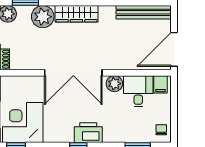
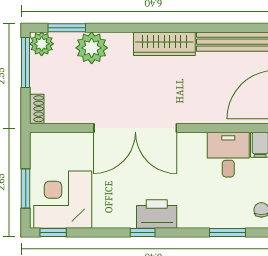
wardrobe: (76, 14) -> (164, 44), moved
plant: (114, 84) -> (194, 144), removed

